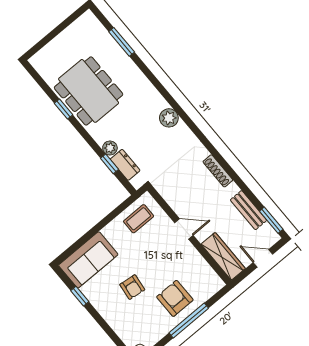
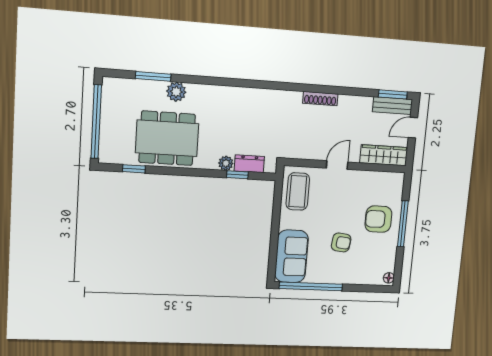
window: (54, 33) -> (96, 122), added
window: (64, 109) -> (134, 169), moved
plant: (169, 118) -> (176, 92), moved
bench: (249, 210) -> (392, 106), moved
coffee table: (139, 219) -> (298, 191), width x1.36, depth x1.30
window: (80, 296) -> (311, 286), width x3.17

